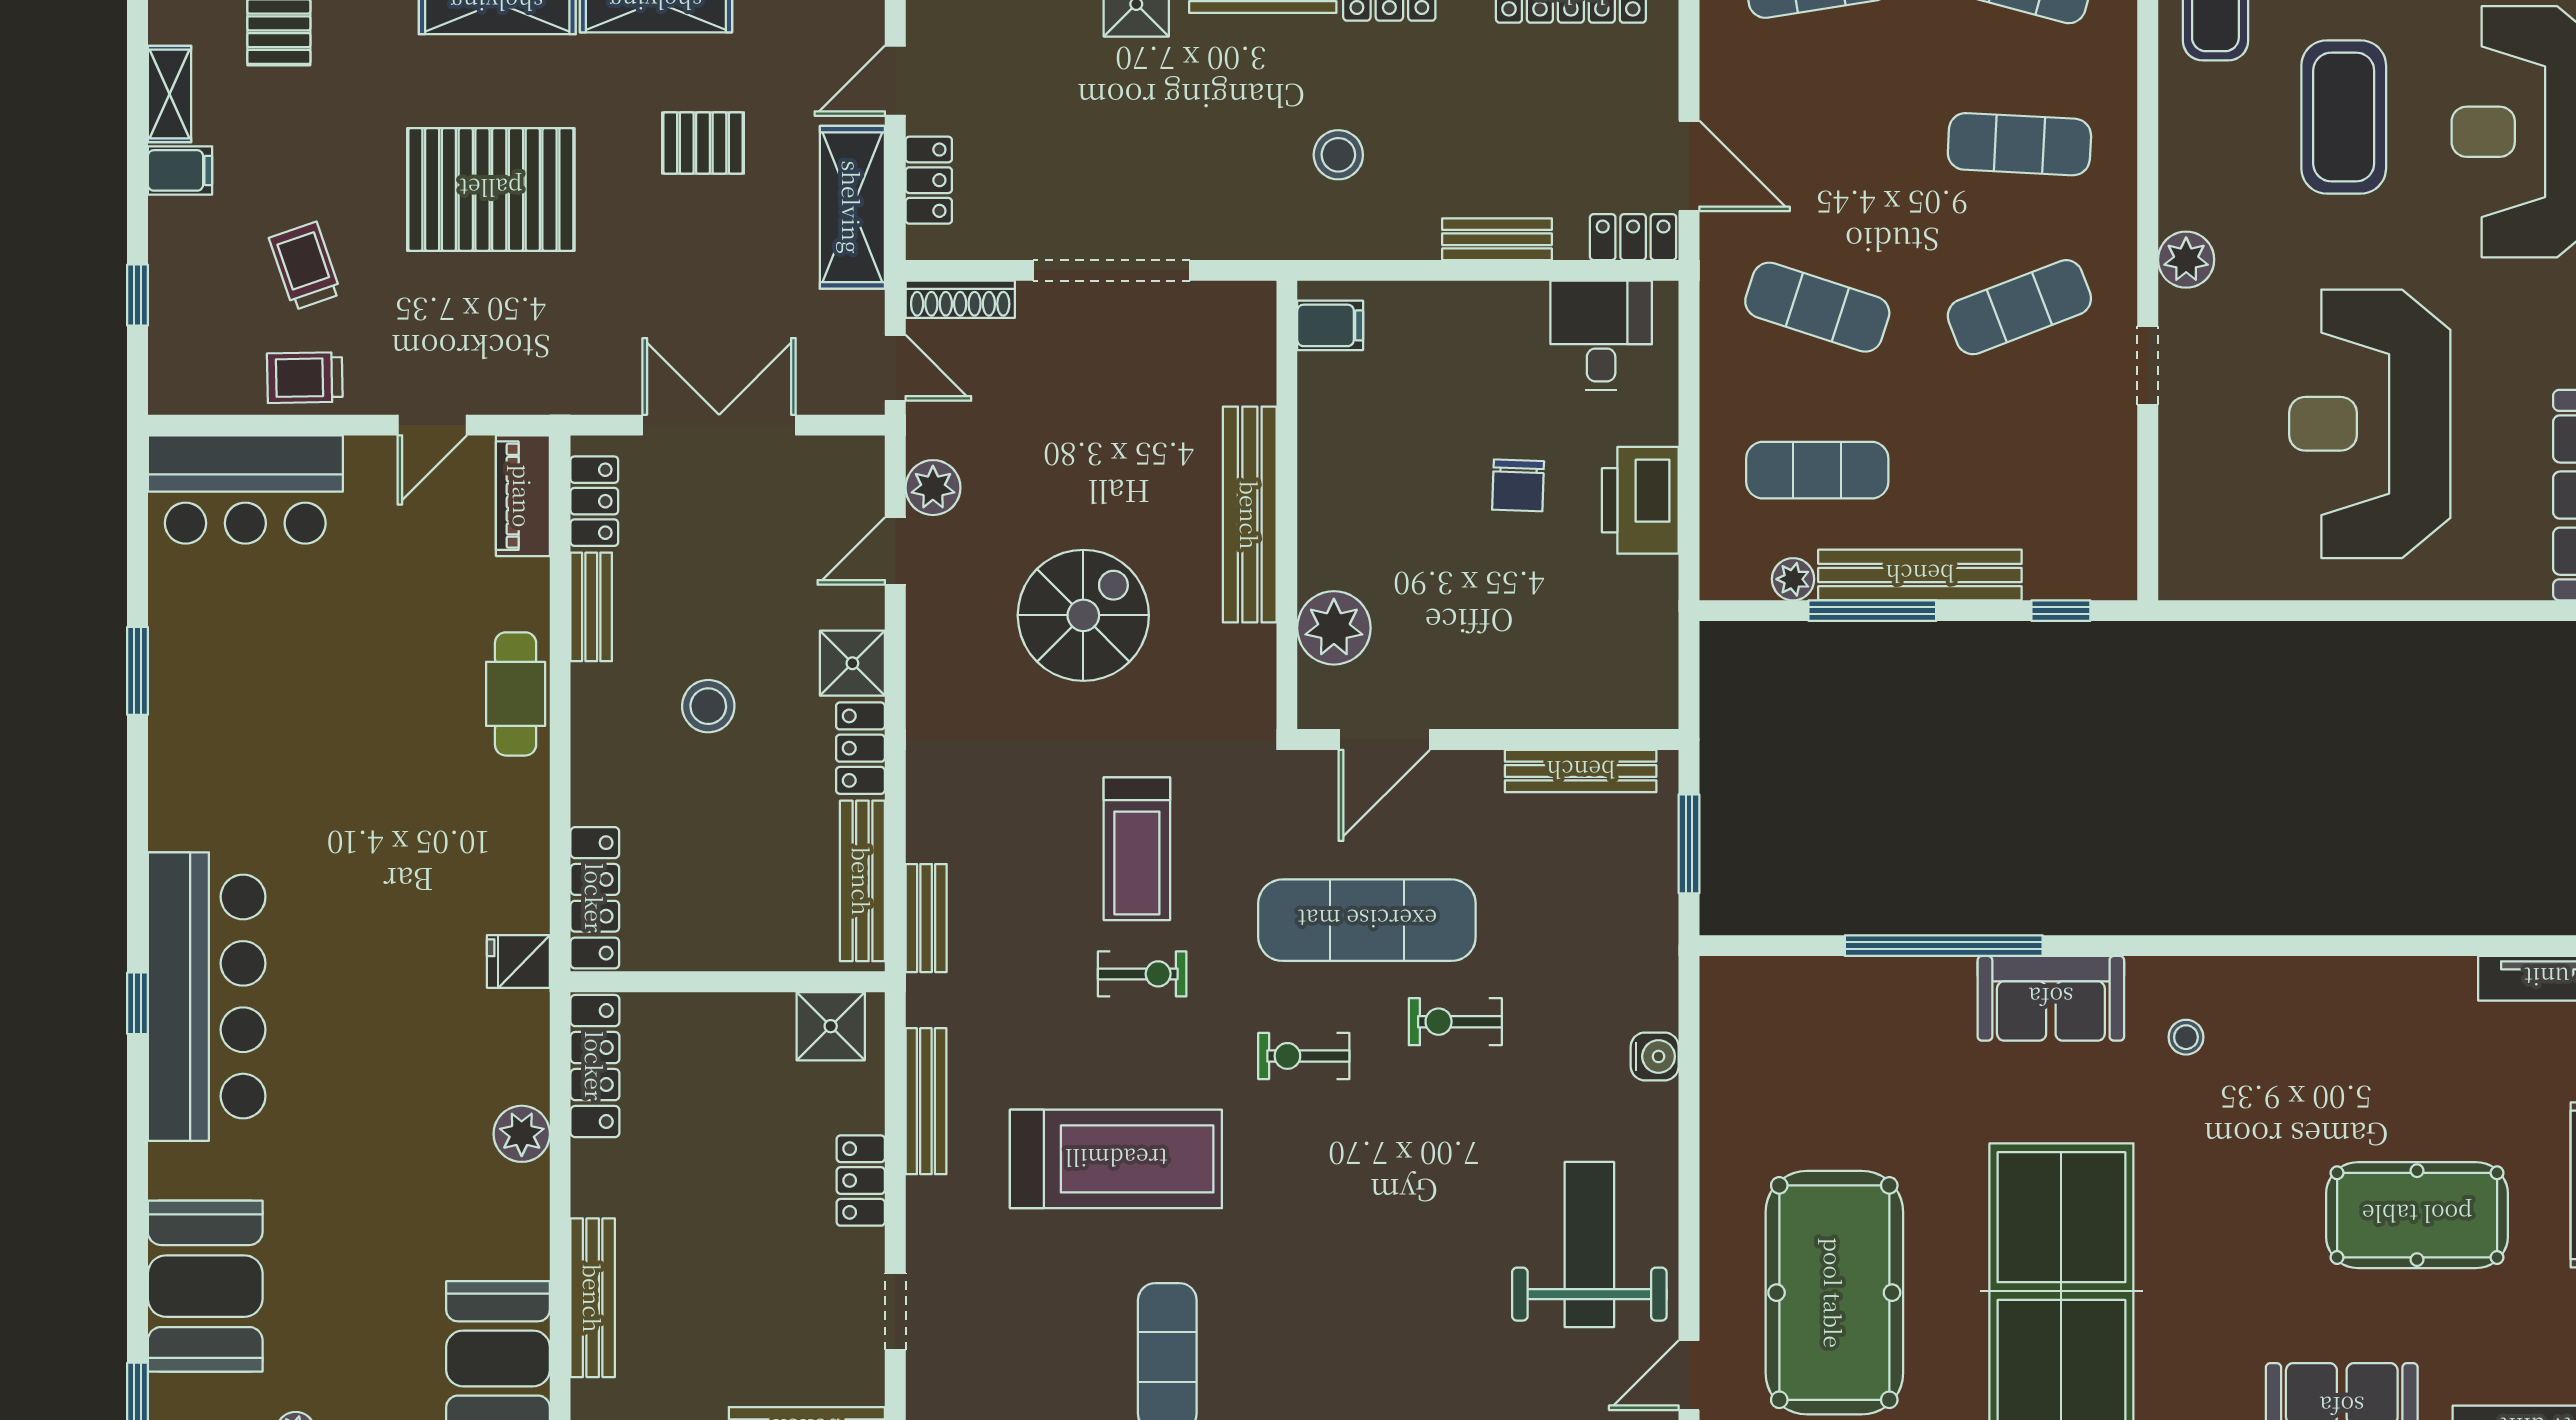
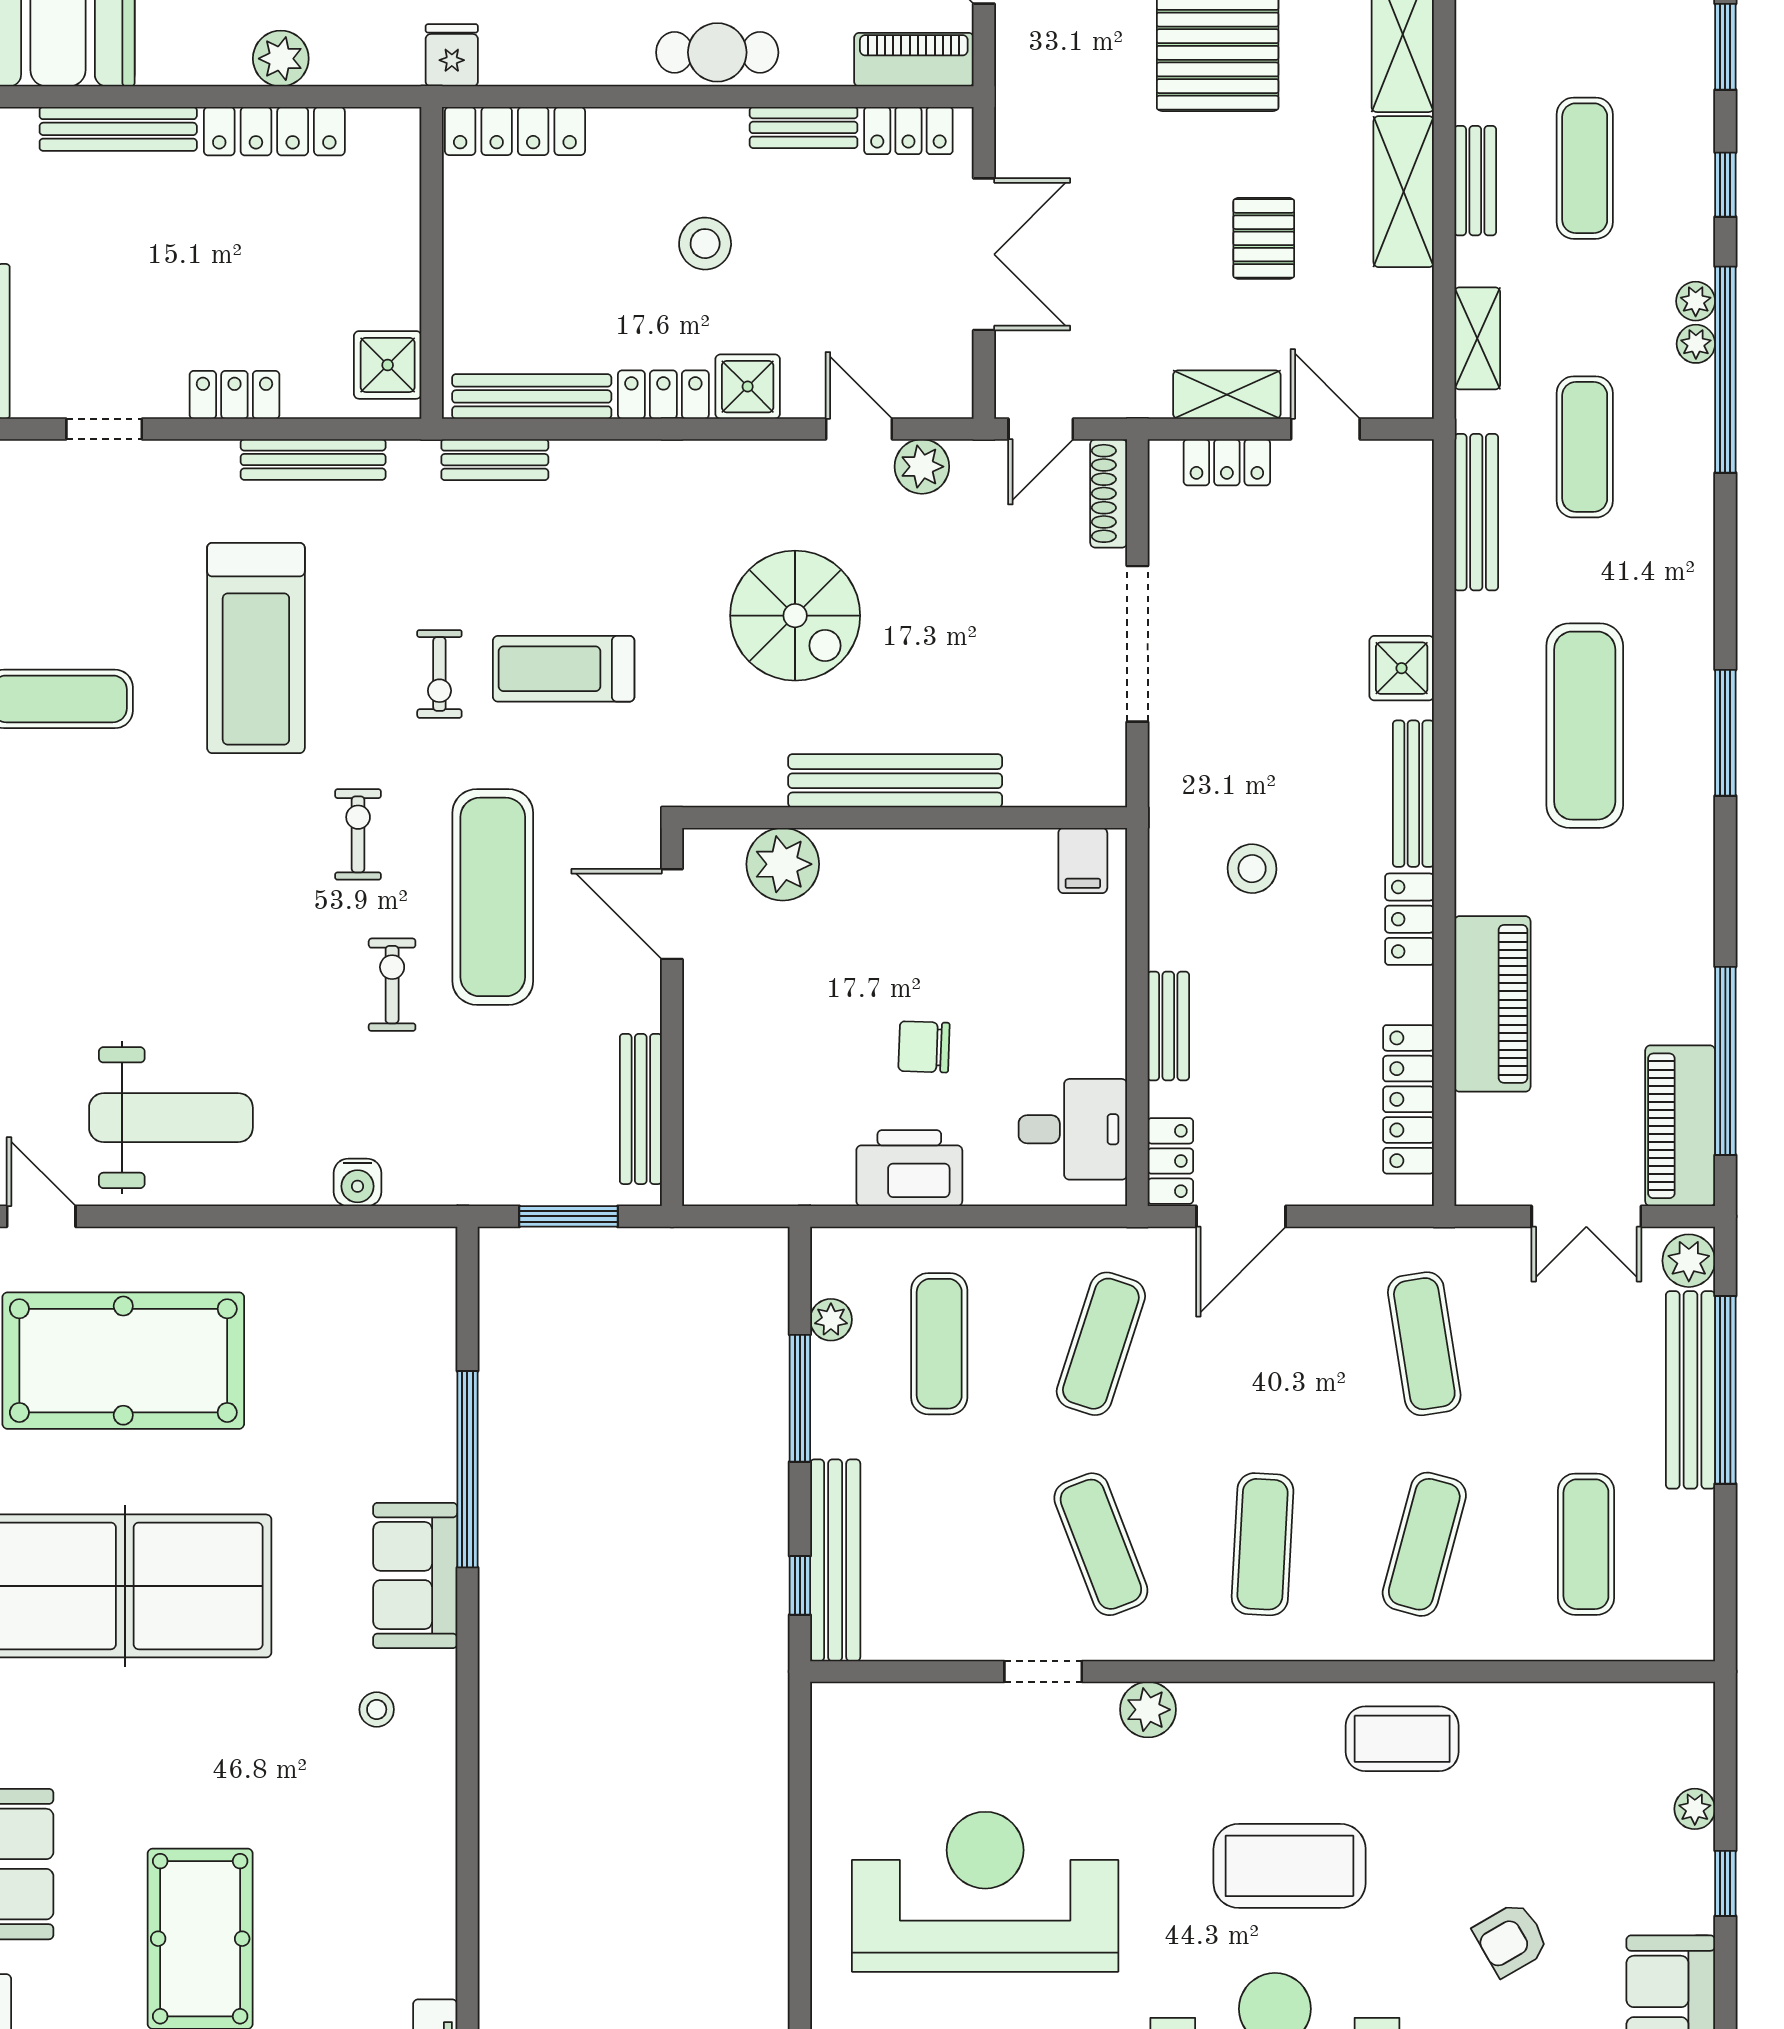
shelving: (852, 207) -> (1227, 395), width x0.67, depth x0.75
bench: (1920, 575) -> (835, 1560), moved
locker: (595, 1066) -> (274, 131), moved

